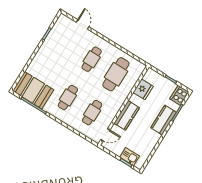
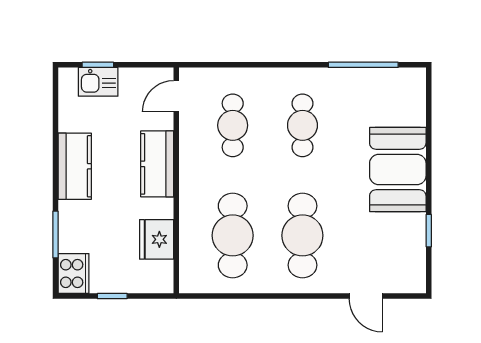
cafe table: (92, 59) -> (302, 235), width x1.37, depth x1.35
booth: (33, 90) -> (398, 170), moved, turned 90
kitchen counter: (164, 120) -> (75, 166), moved

